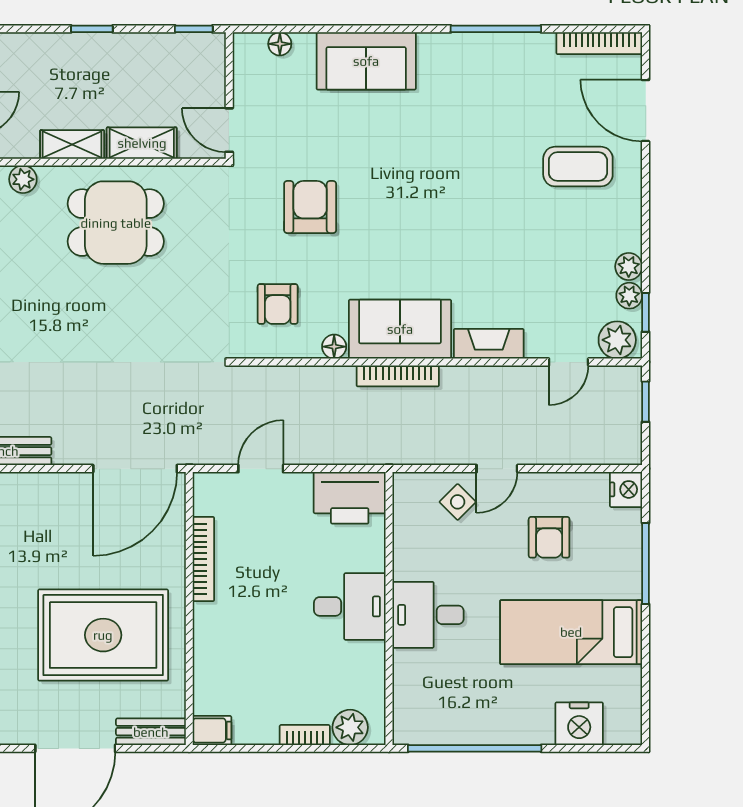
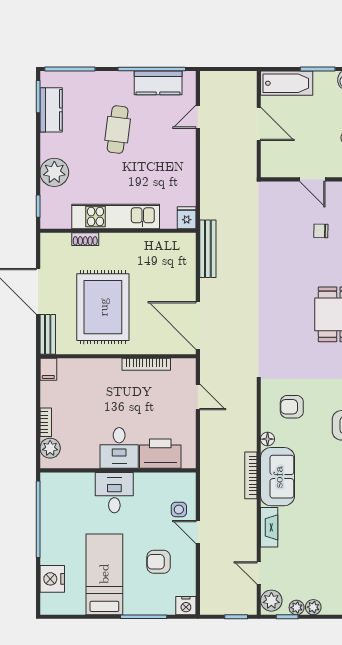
printer: (350, 498) -> (160, 454), moved, turned 90
side table: (458, 502) -> (179, 509), turned 45

